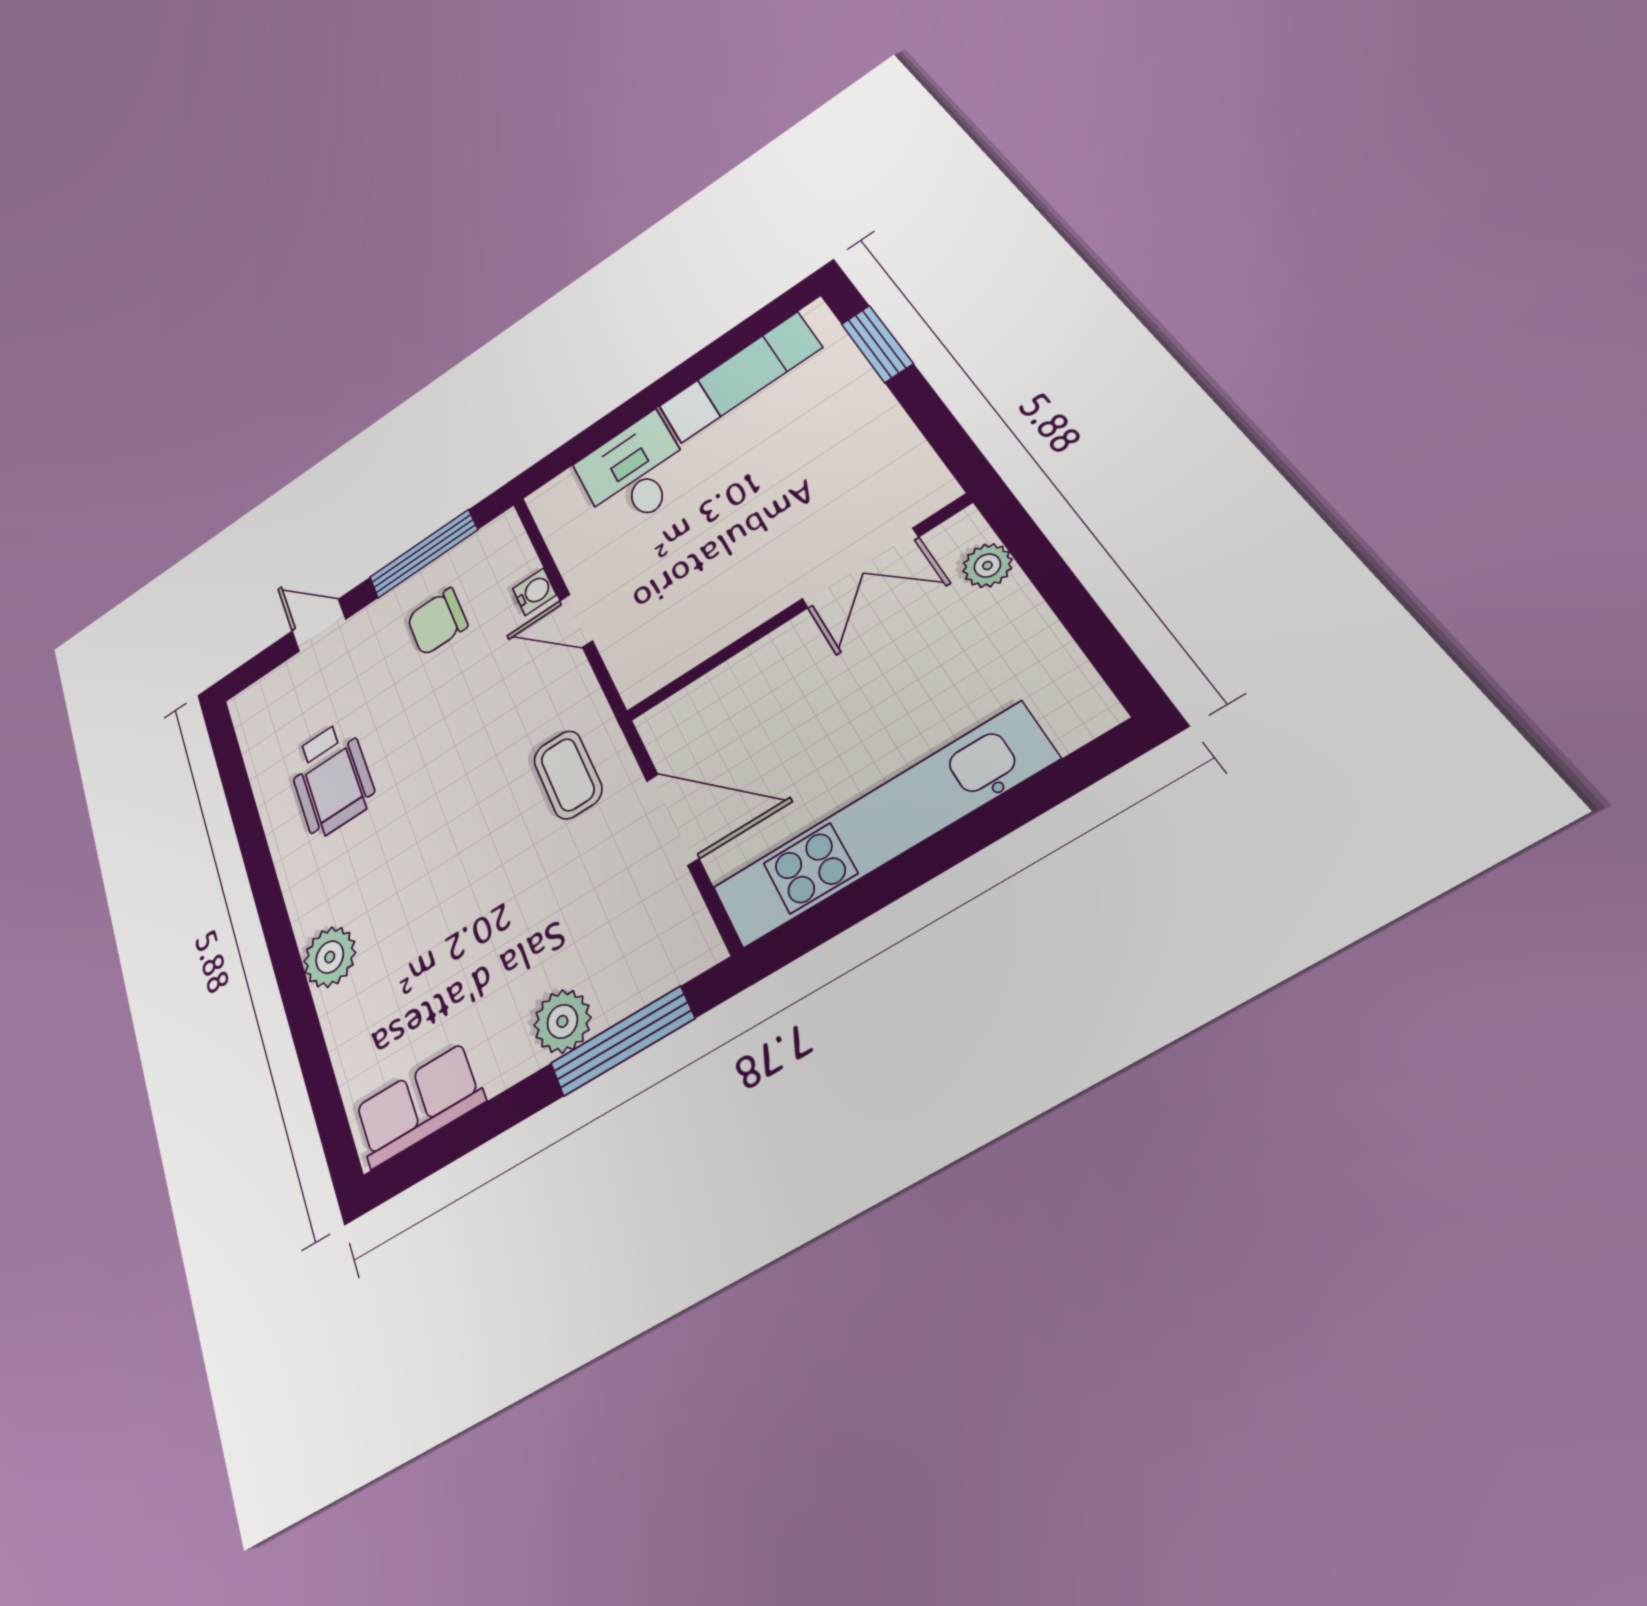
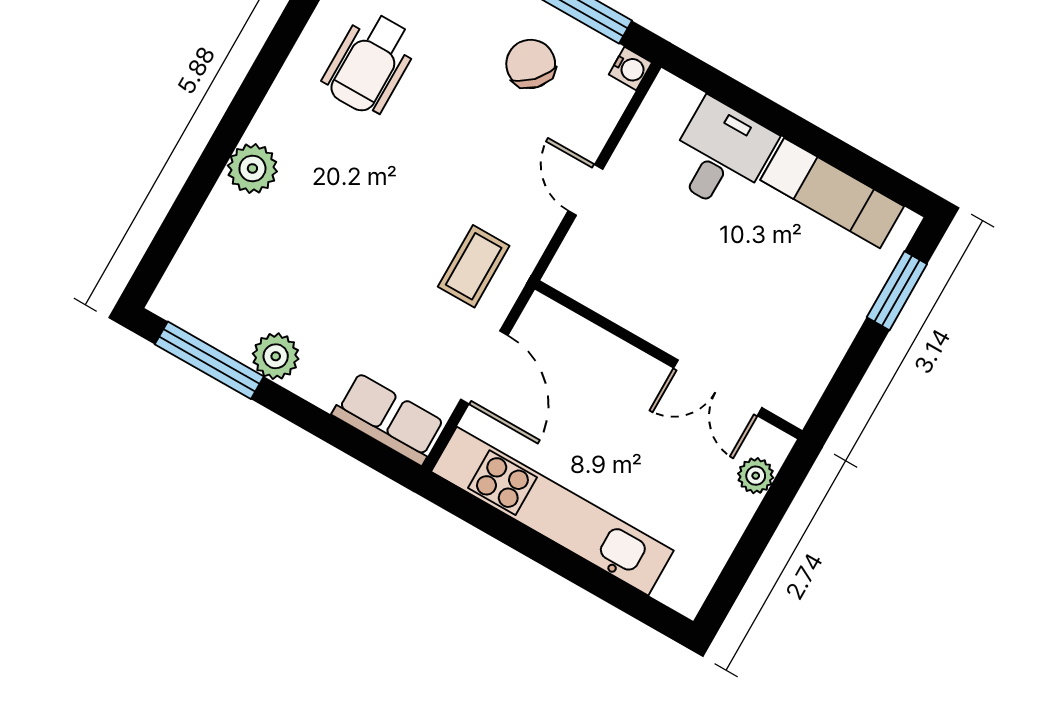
water cooler: (534, 592) -> (630, 68), moved
chair: (437, 622) -> (531, 64), turned 44
plant: (562, 1021) -> (276, 356), moved
window: (622, 1041) -> (209, 360), moved
row of seats: (419, 1105) -> (389, 419), moved

